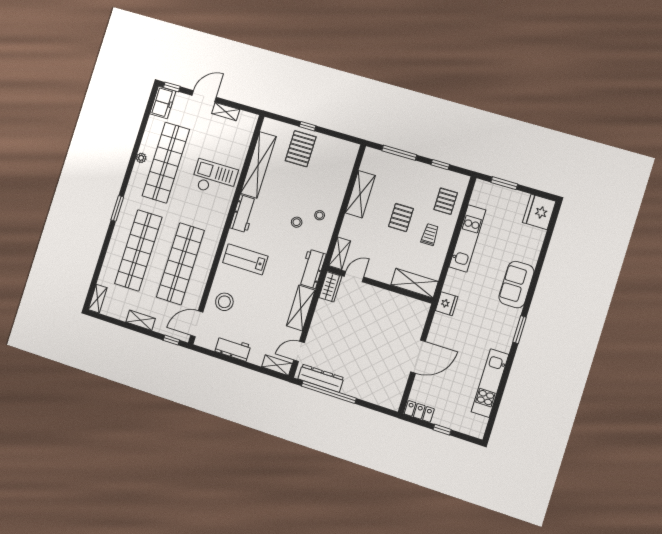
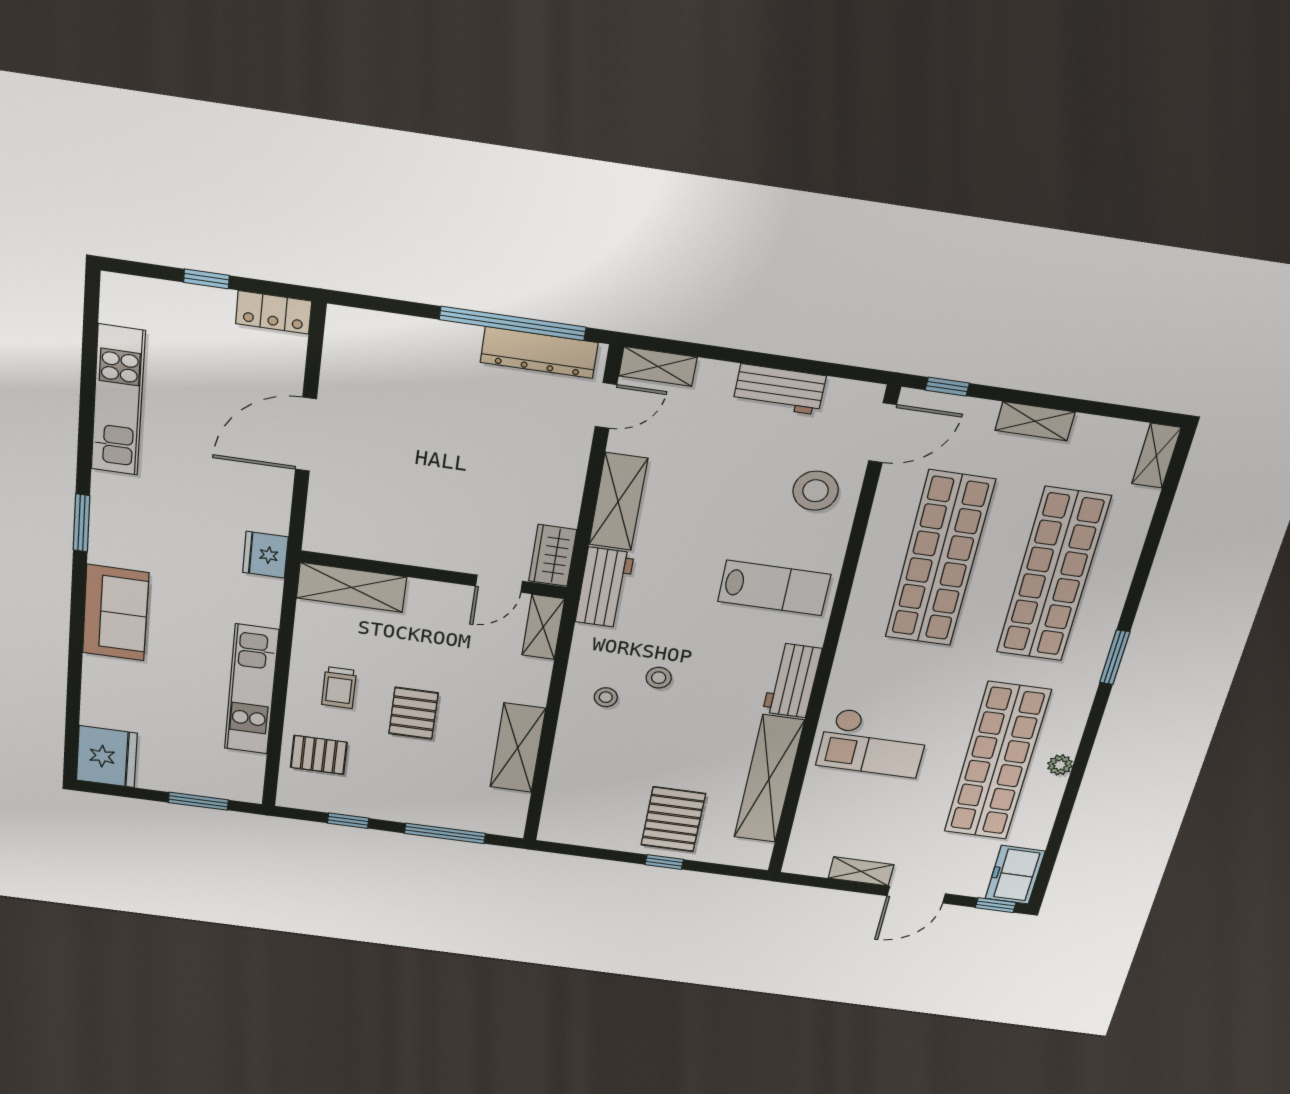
pallet: (446, 201) -> (319, 755), turned 90

